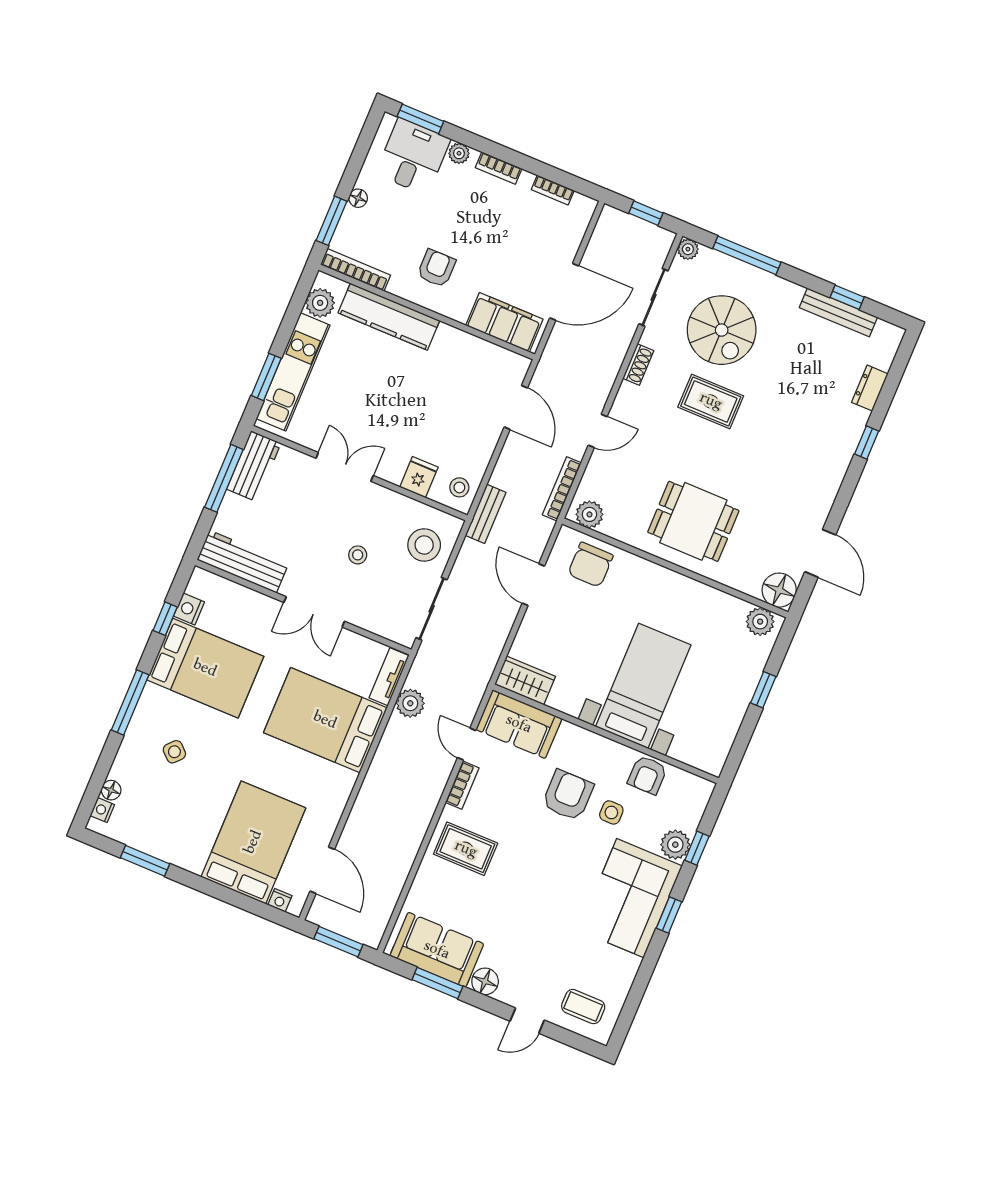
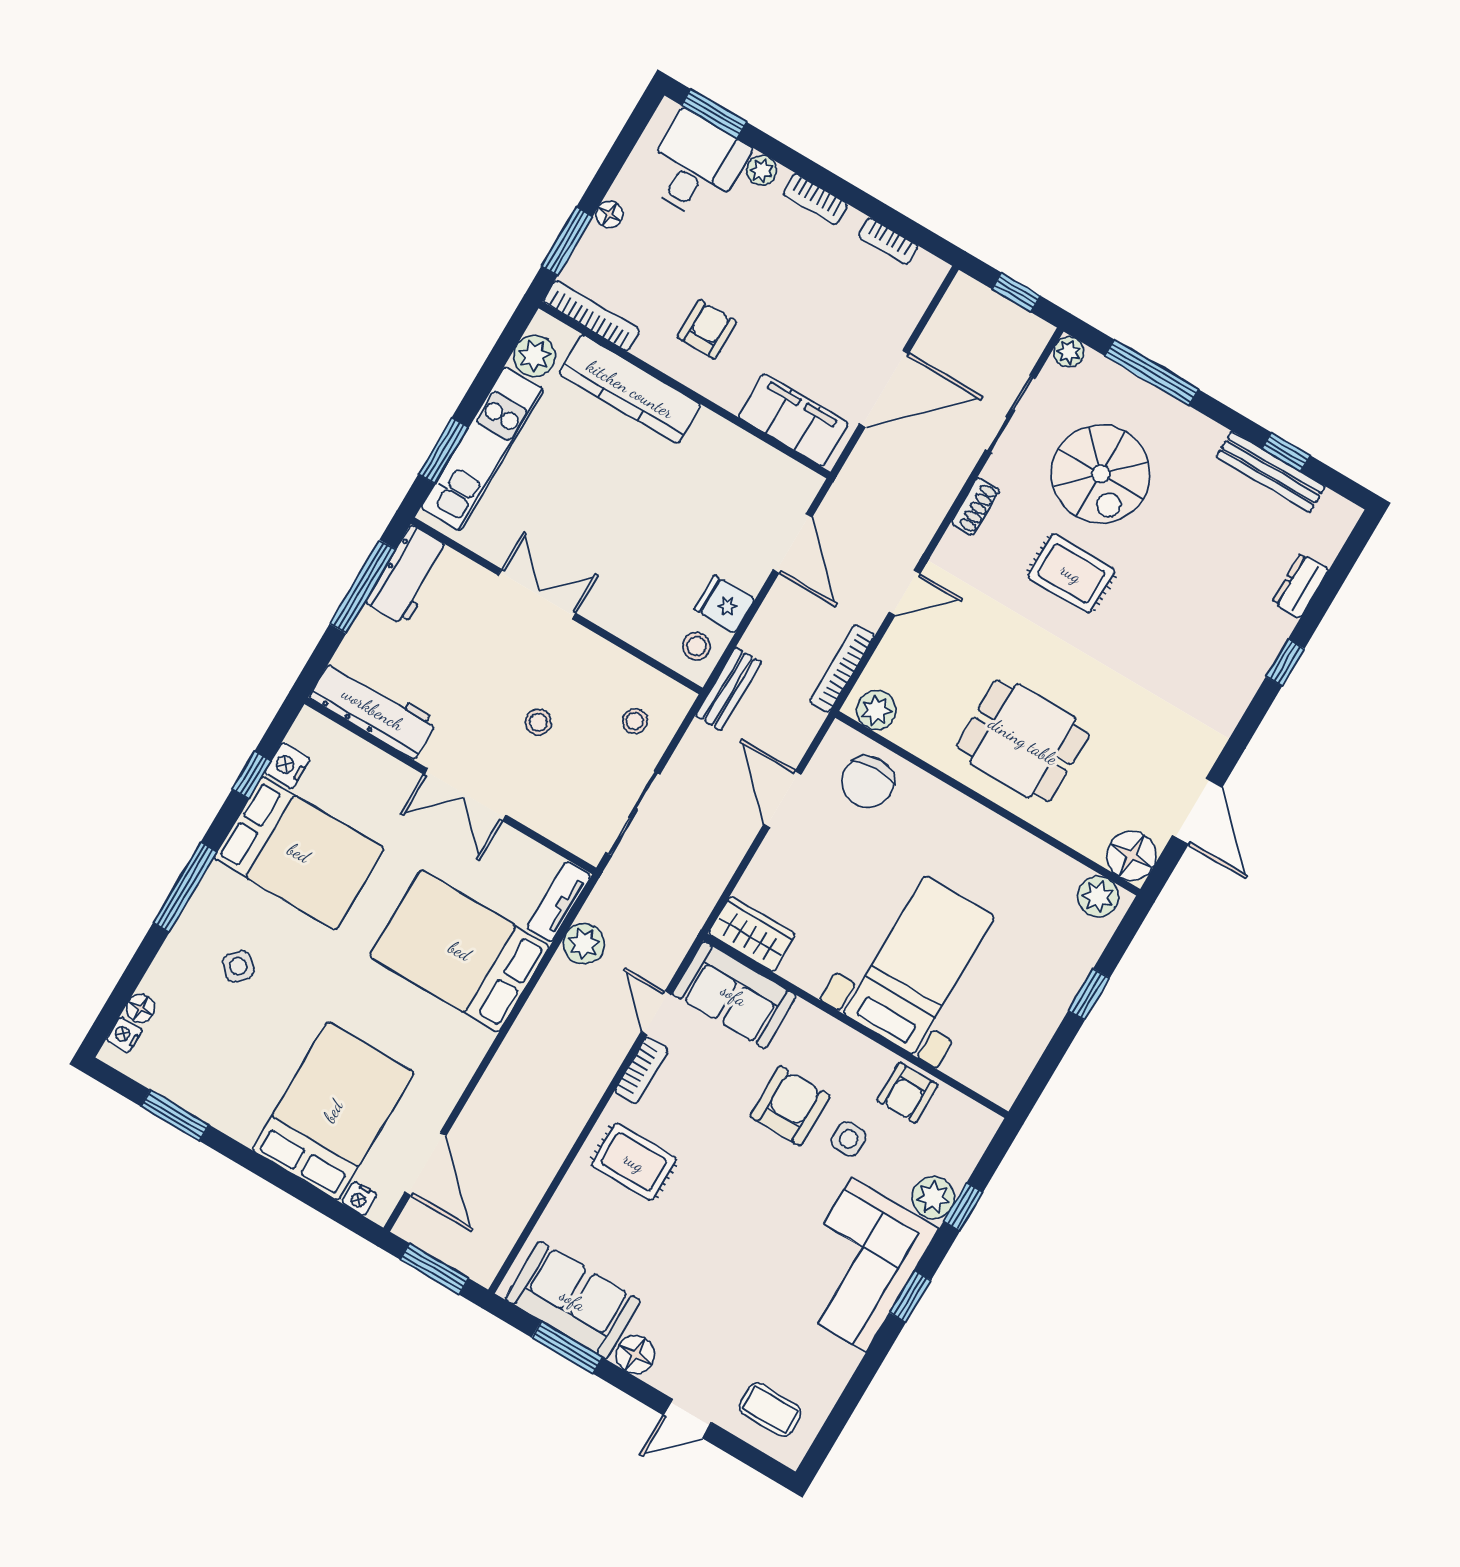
fridge: (419, 477) -> (724, 604), moved, turned -90
stool: (424, 545) -> (635, 721), width x0.53, depth x0.53

